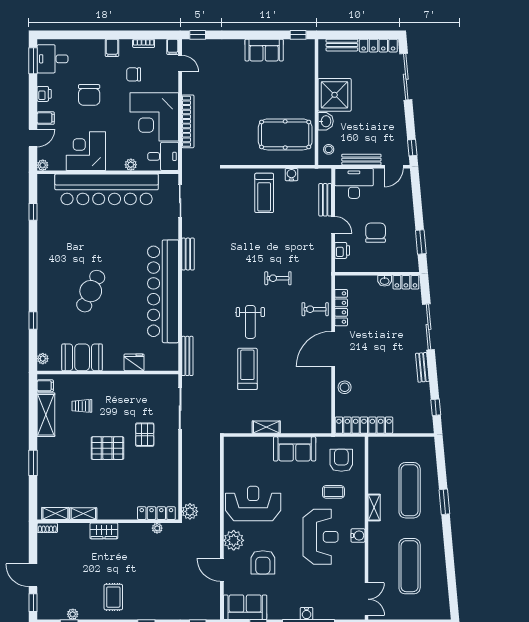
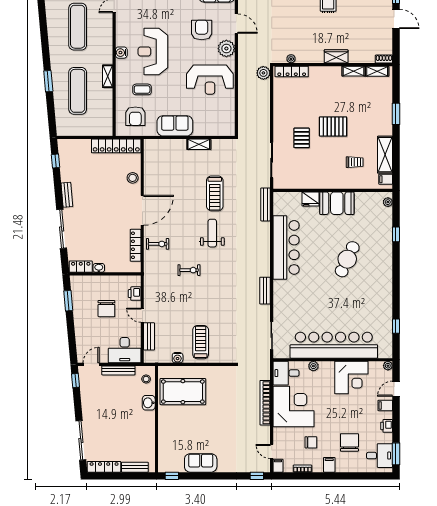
chair: (89, 95) -> (349, 442), moved
shower: (335, 95) -> (141, 425), removed
bar counter: (163, 291) -> (286, 247), width x0.73
booth: (82, 357) -> (337, 203), moved

